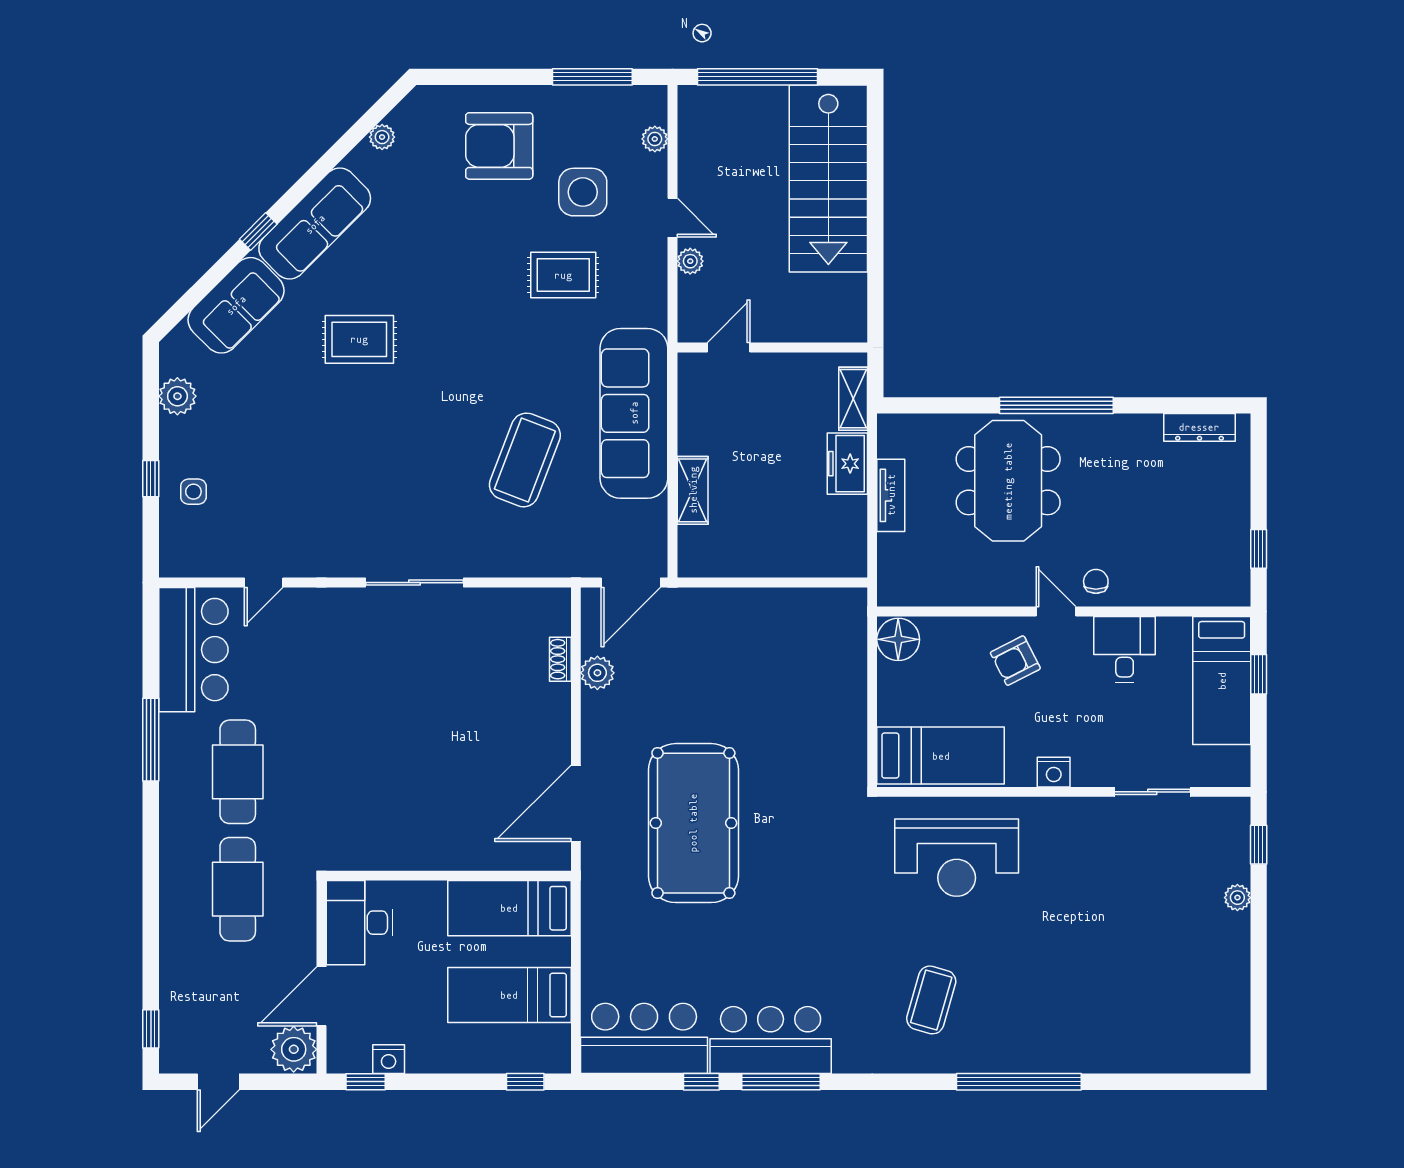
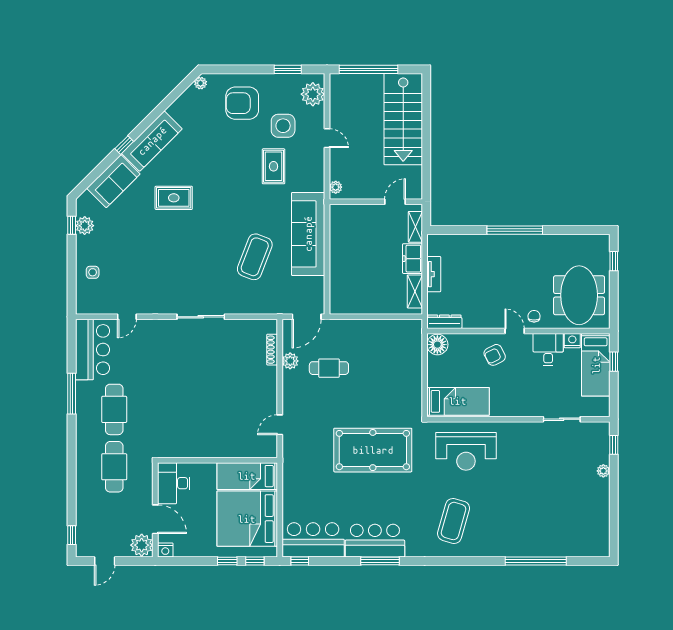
window: (592, 77) -> (288, 69), width x0.69
plant: (382, 137) -> (201, 83), moved
plant: (655, 139) -> (313, 94), width x1.87, depth x1.87
plant: (690, 261) -> (336, 187), moved
rug: (563, 275) -> (274, 166), turned 90
door: (729, 347) -> (395, 202), moved
dresser: (1199, 427) -> (444, 322), moved, turned 180
window: (151, 479) -> (72, 225), moved
meeting table: (1008, 481) -> (579, 295), moved
shelving: (693, 490) -> (415, 291), moved
window: (1259, 549) -> (614, 261), moved
shoe rack: (560, 659) -> (272, 350), width x1.43
cafe table: (677, 687) -> (329, 368), added
nightstand: (1054, 772) -> (572, 341), moved, turned 180
door: (576, 803) -> (280, 425), width x0.53
pool table: (693, 823) -> (373, 450), moved, turned 90
bed: (509, 995) -> (247, 519), width x2.04
door: (321, 996) -> (155, 519), swing flipped
coffee table: (931, 1000) -> (454, 521), width x1.36, depth x1.32
nightstand: (389, 1059) -> (165, 550), moved
window: (366, 1082) -> (227, 561), moved
window: (701, 1082) -> (300, 561), moved
window: (1019, 1082) -> (536, 561), moved

